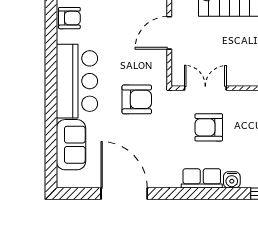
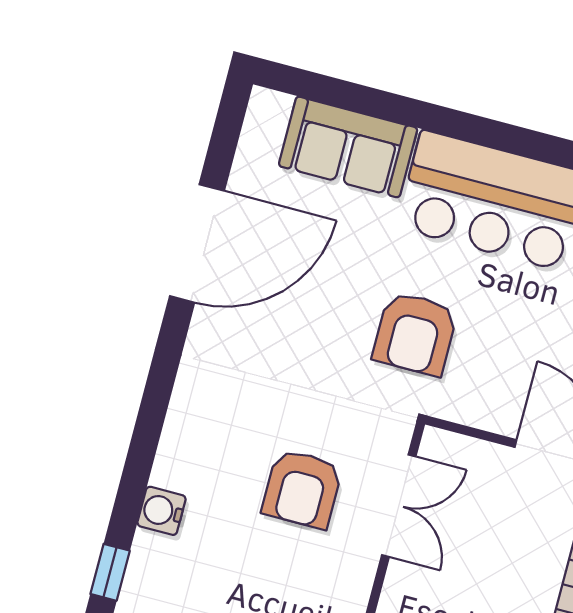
armchair: (209, 127) -> (302, 489), turned 180
row of seats: (202, 178) -> (184, 440), removed

